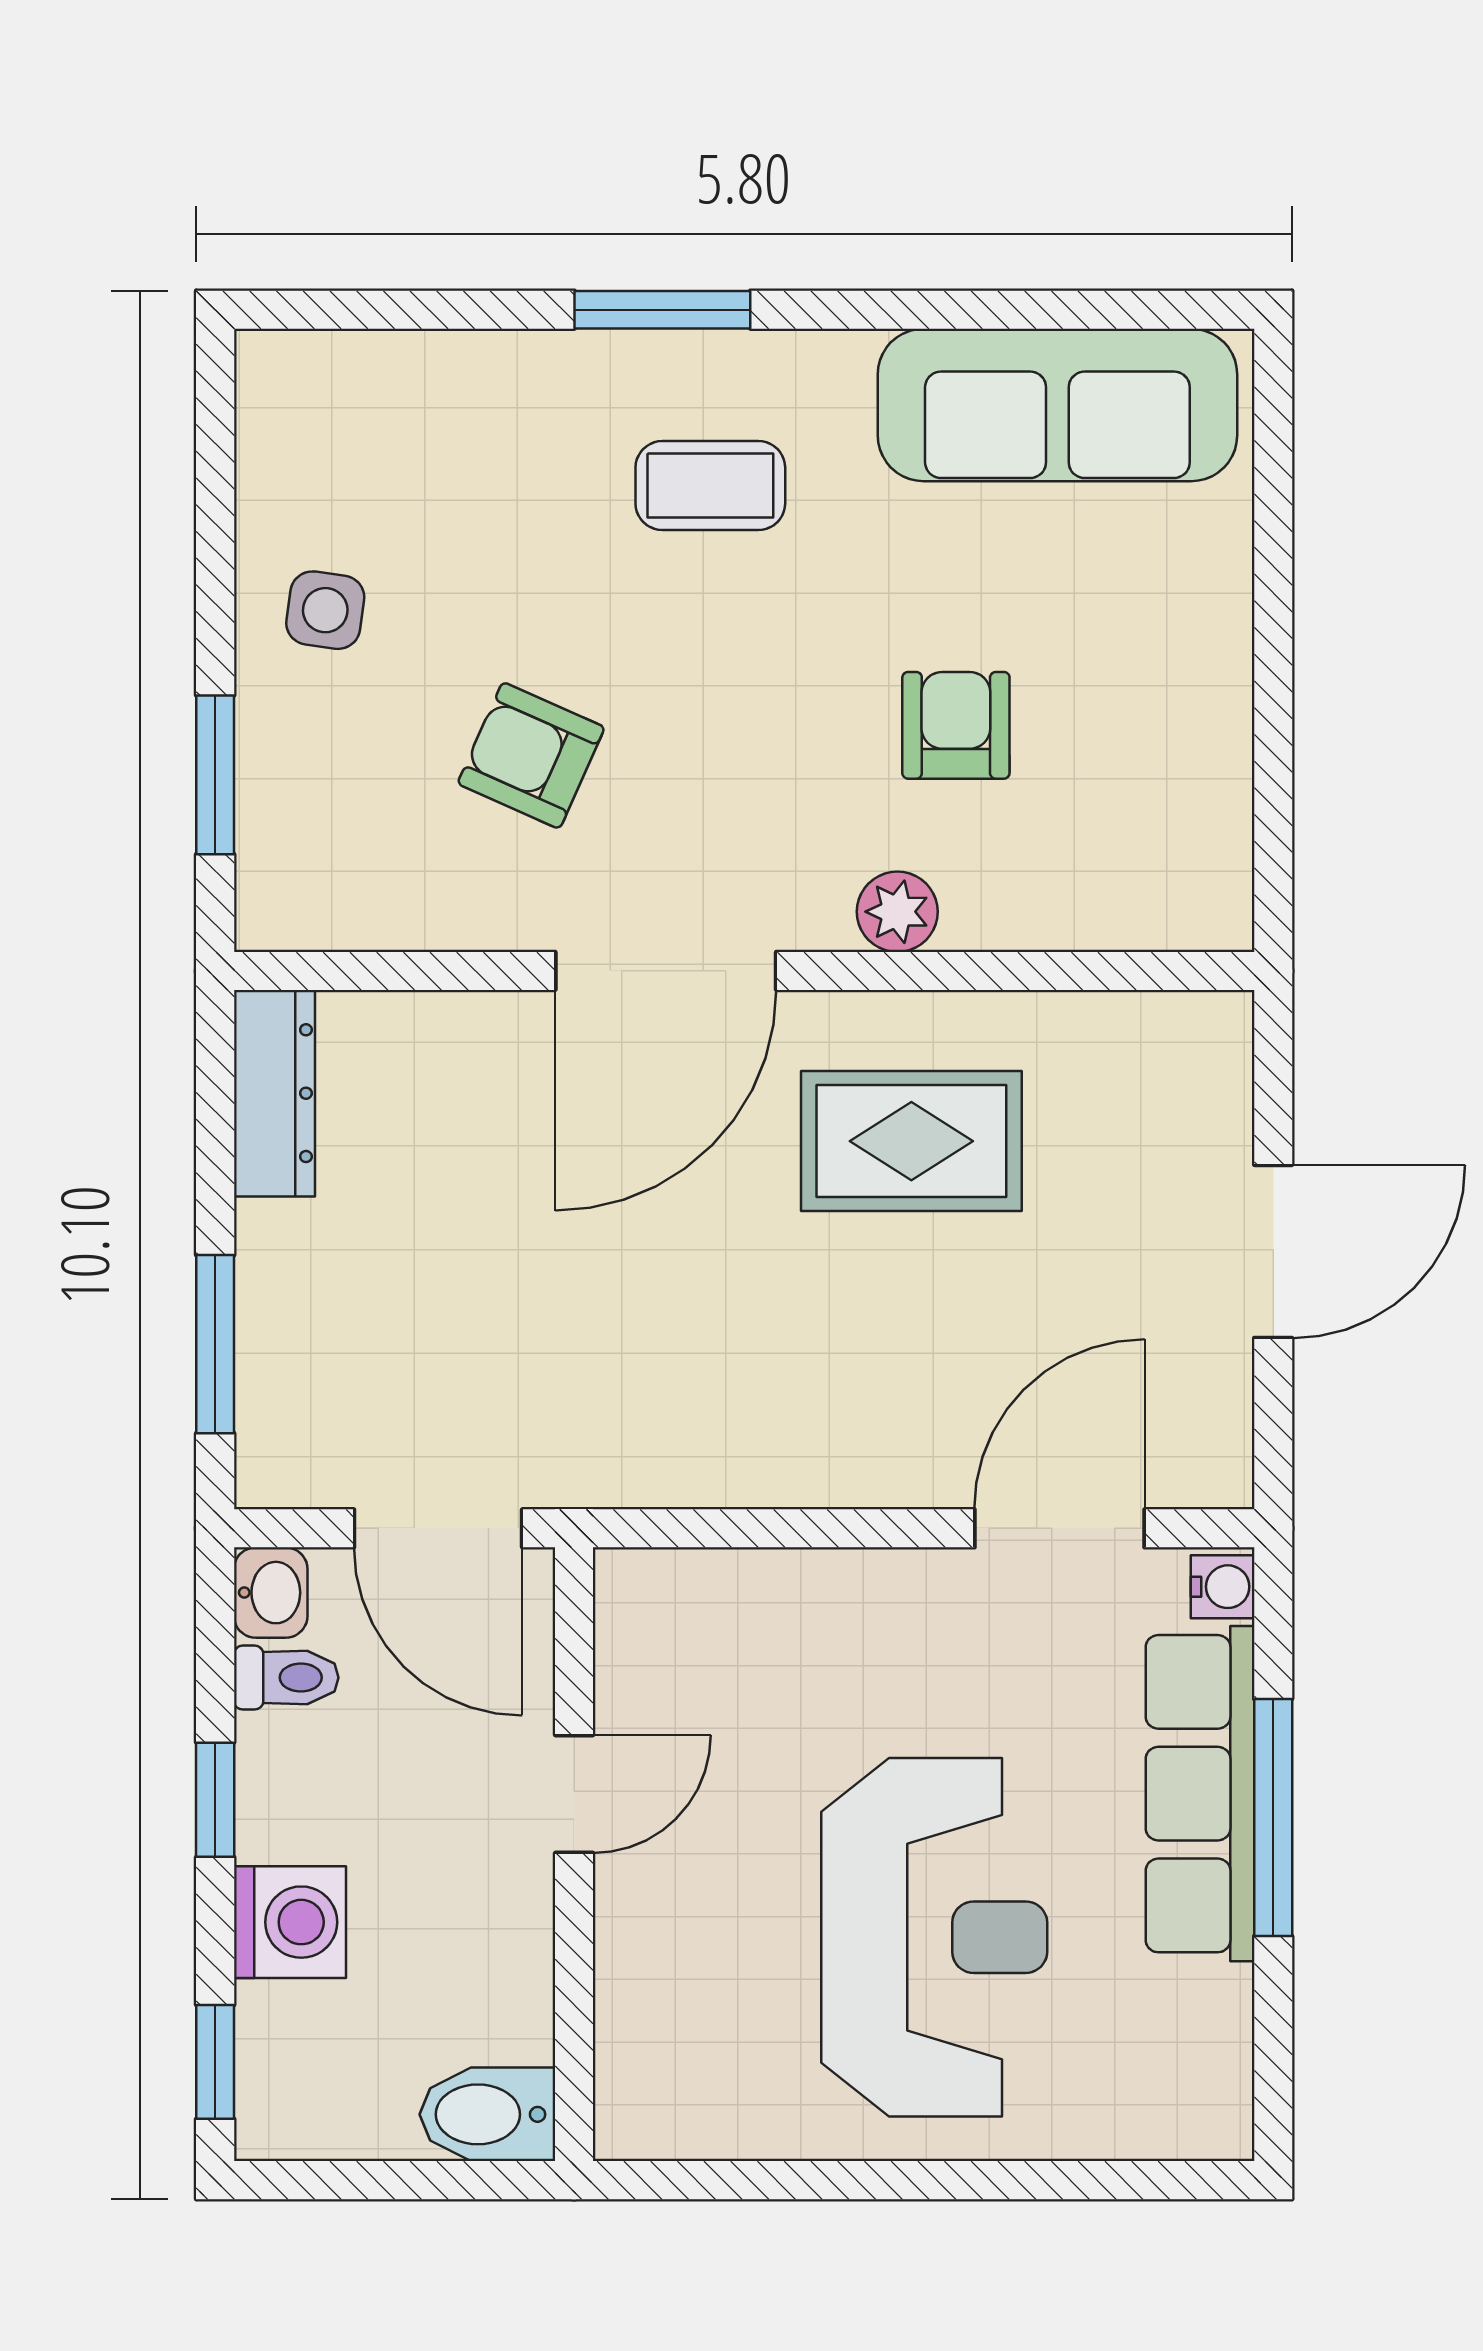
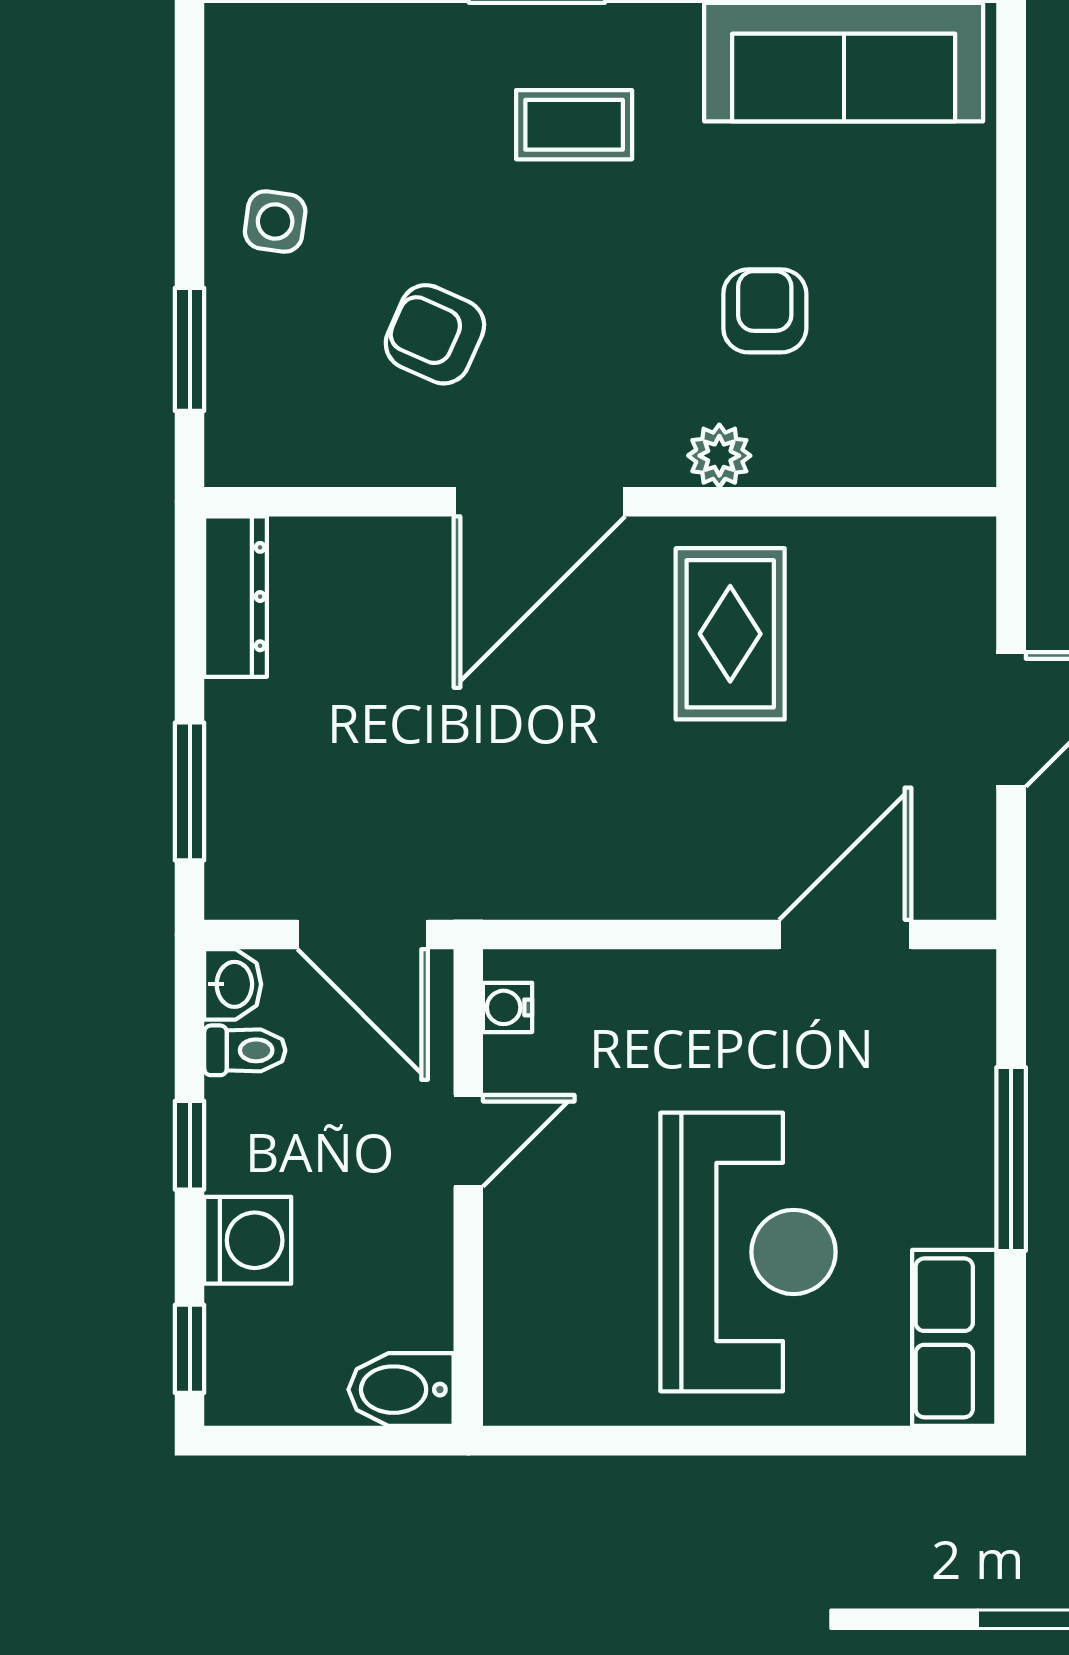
rug: (911, 1141) -> (730, 634), turned 90
water cooler: (1223, 1587) -> (508, 1007), moved, turned 180
row of seats: (1200, 1794) -> (954, 1338), moved, width x0.68

